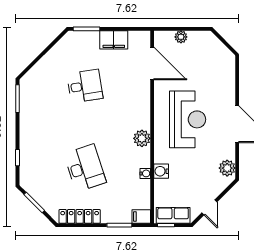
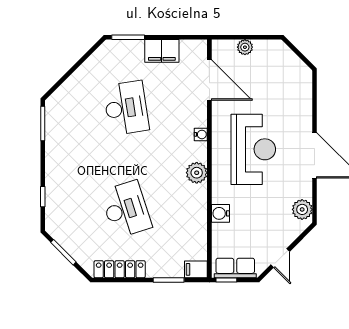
desk: (85, 86) -> (126, 108), width x1.37
water cooler: (145, 173) -> (201, 134), moved

